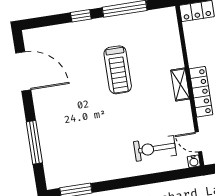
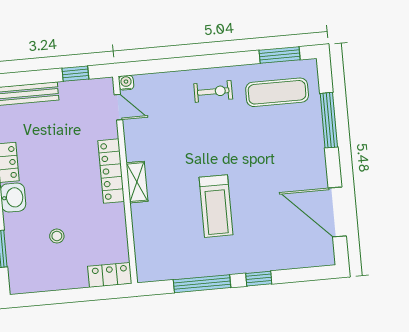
treadmill: (118, 70) -> (216, 206), turned 180
exercise bike: (155, 148) -> (213, 91), moved, width x0.73, depth x0.72
exercise mat: (76, 161) -> (277, 92), added

